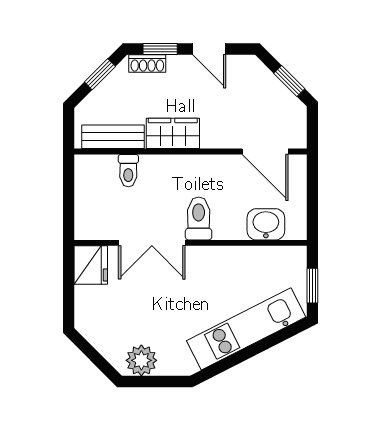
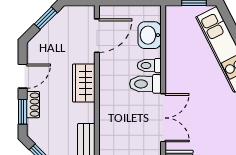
shoe rack: (147, 63) -> (33, 105), moved
wardrobe: (173, 133) -> (84, 83), moved
toilet: (128, 171) -> (149, 66), moved, turned 180

